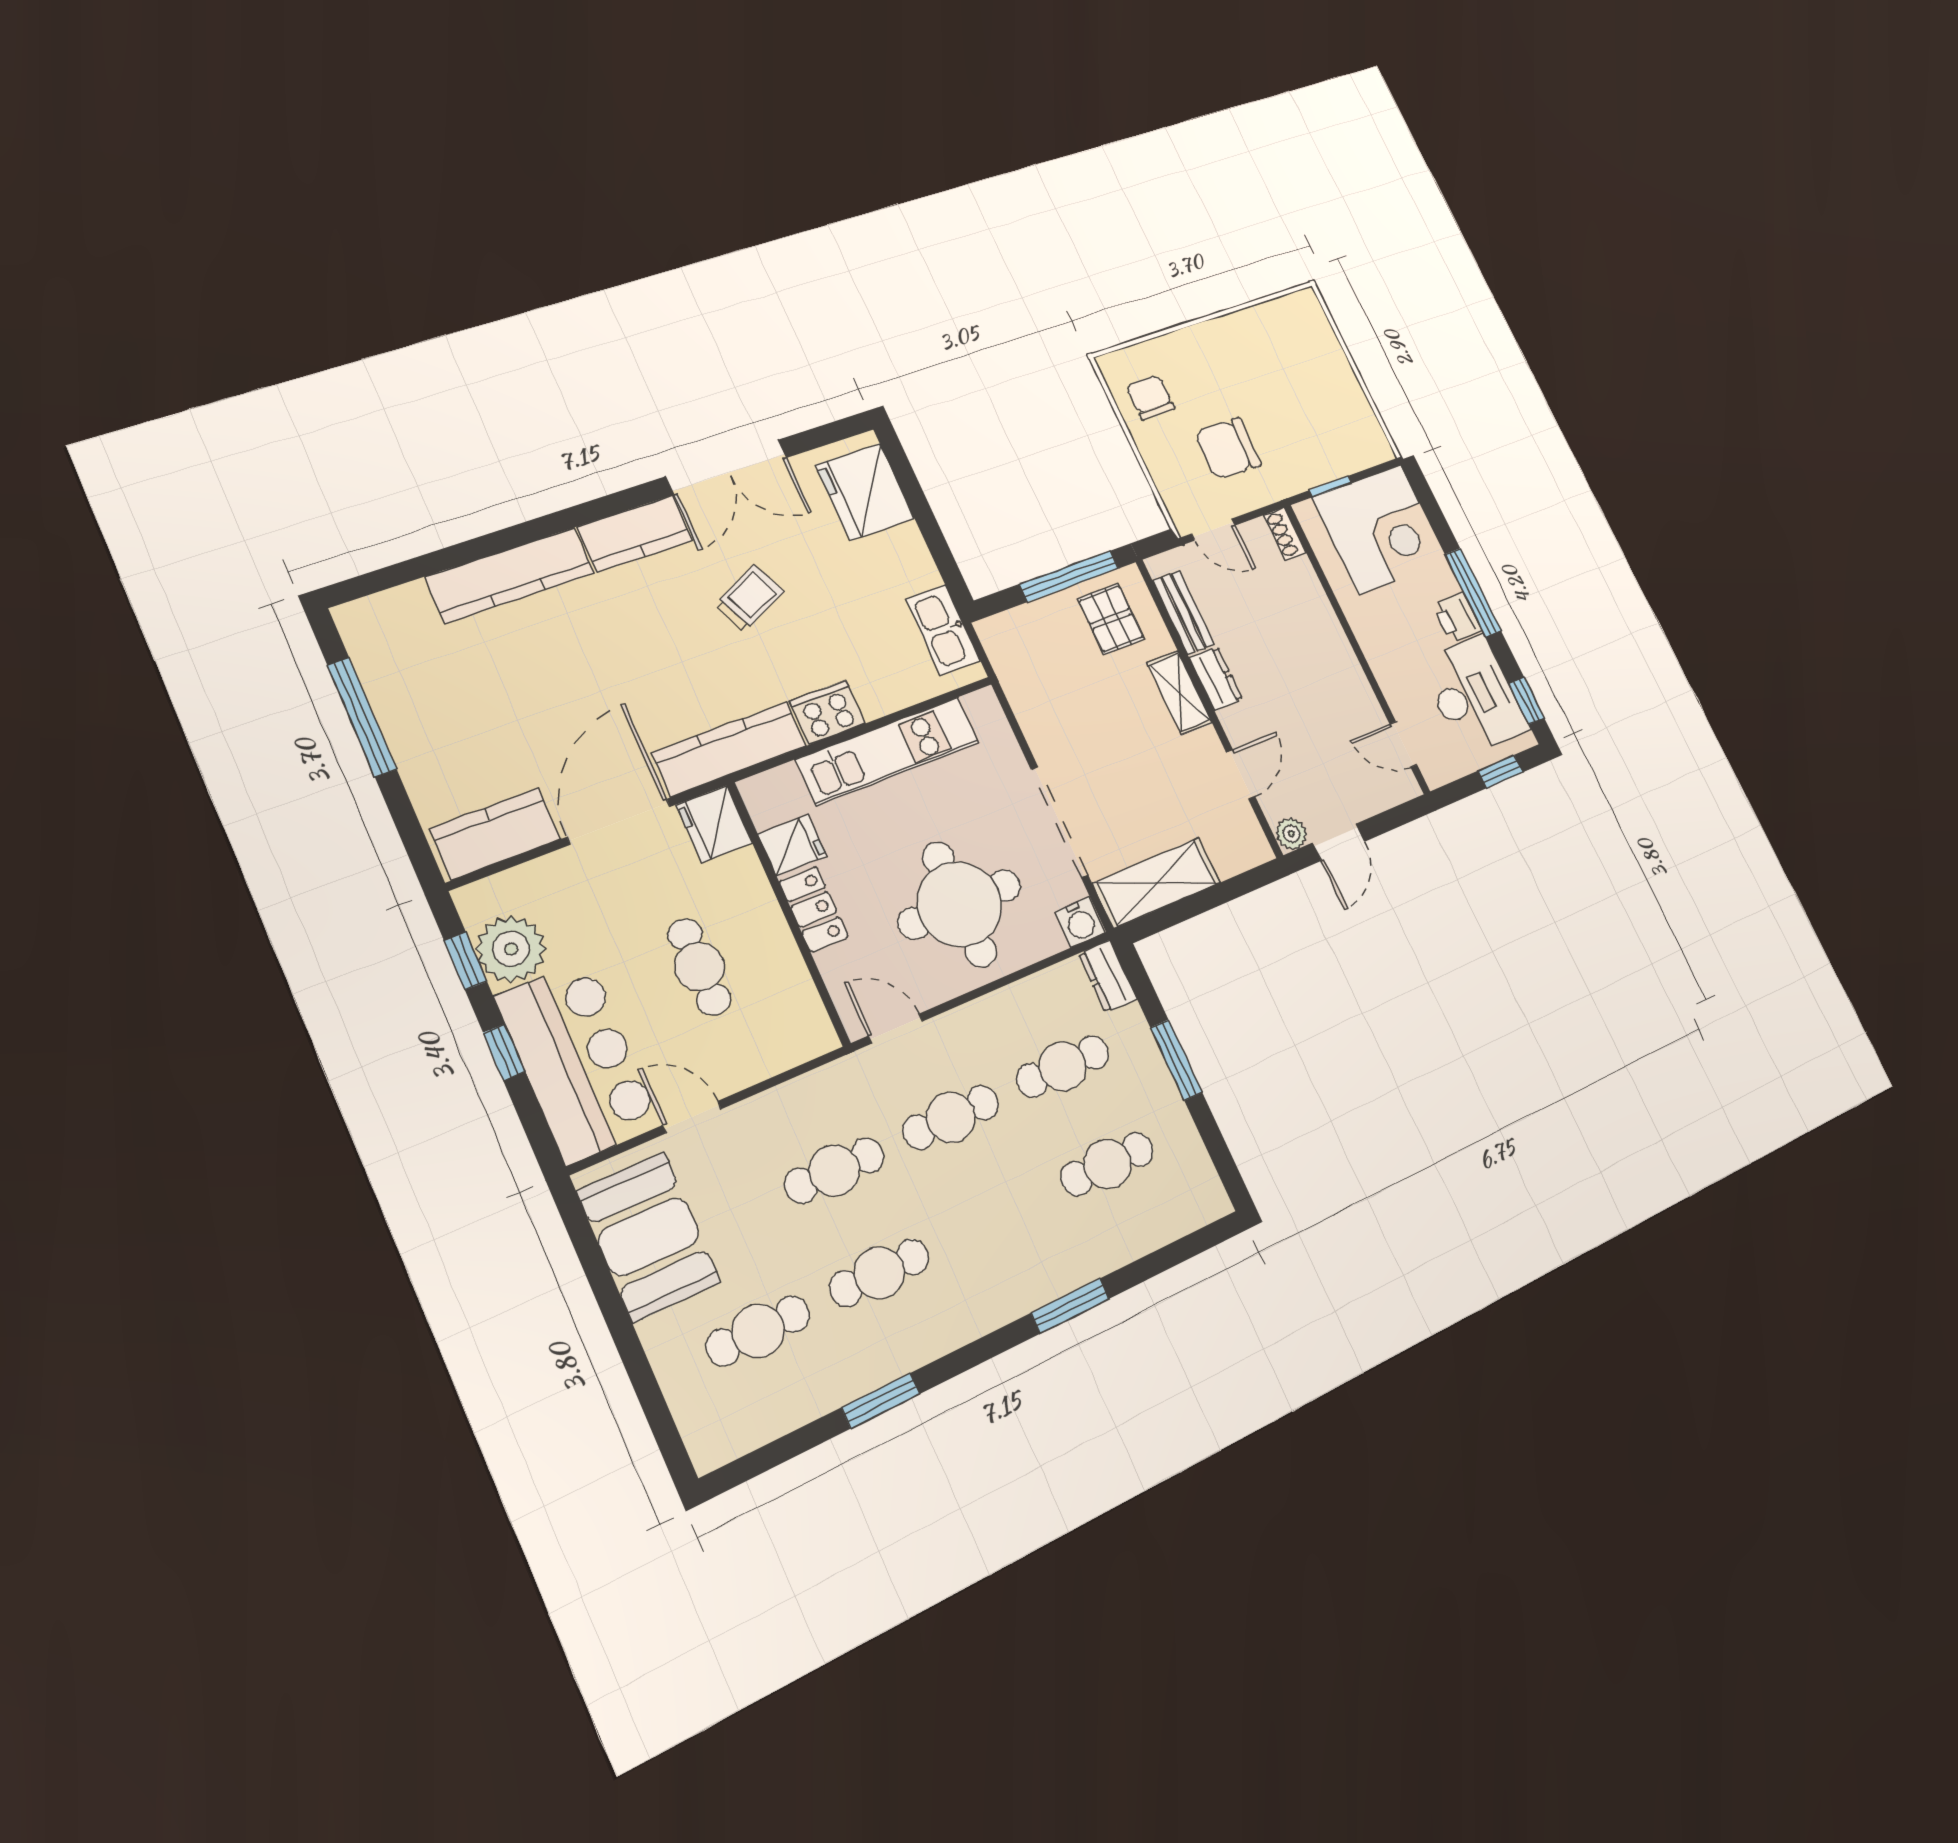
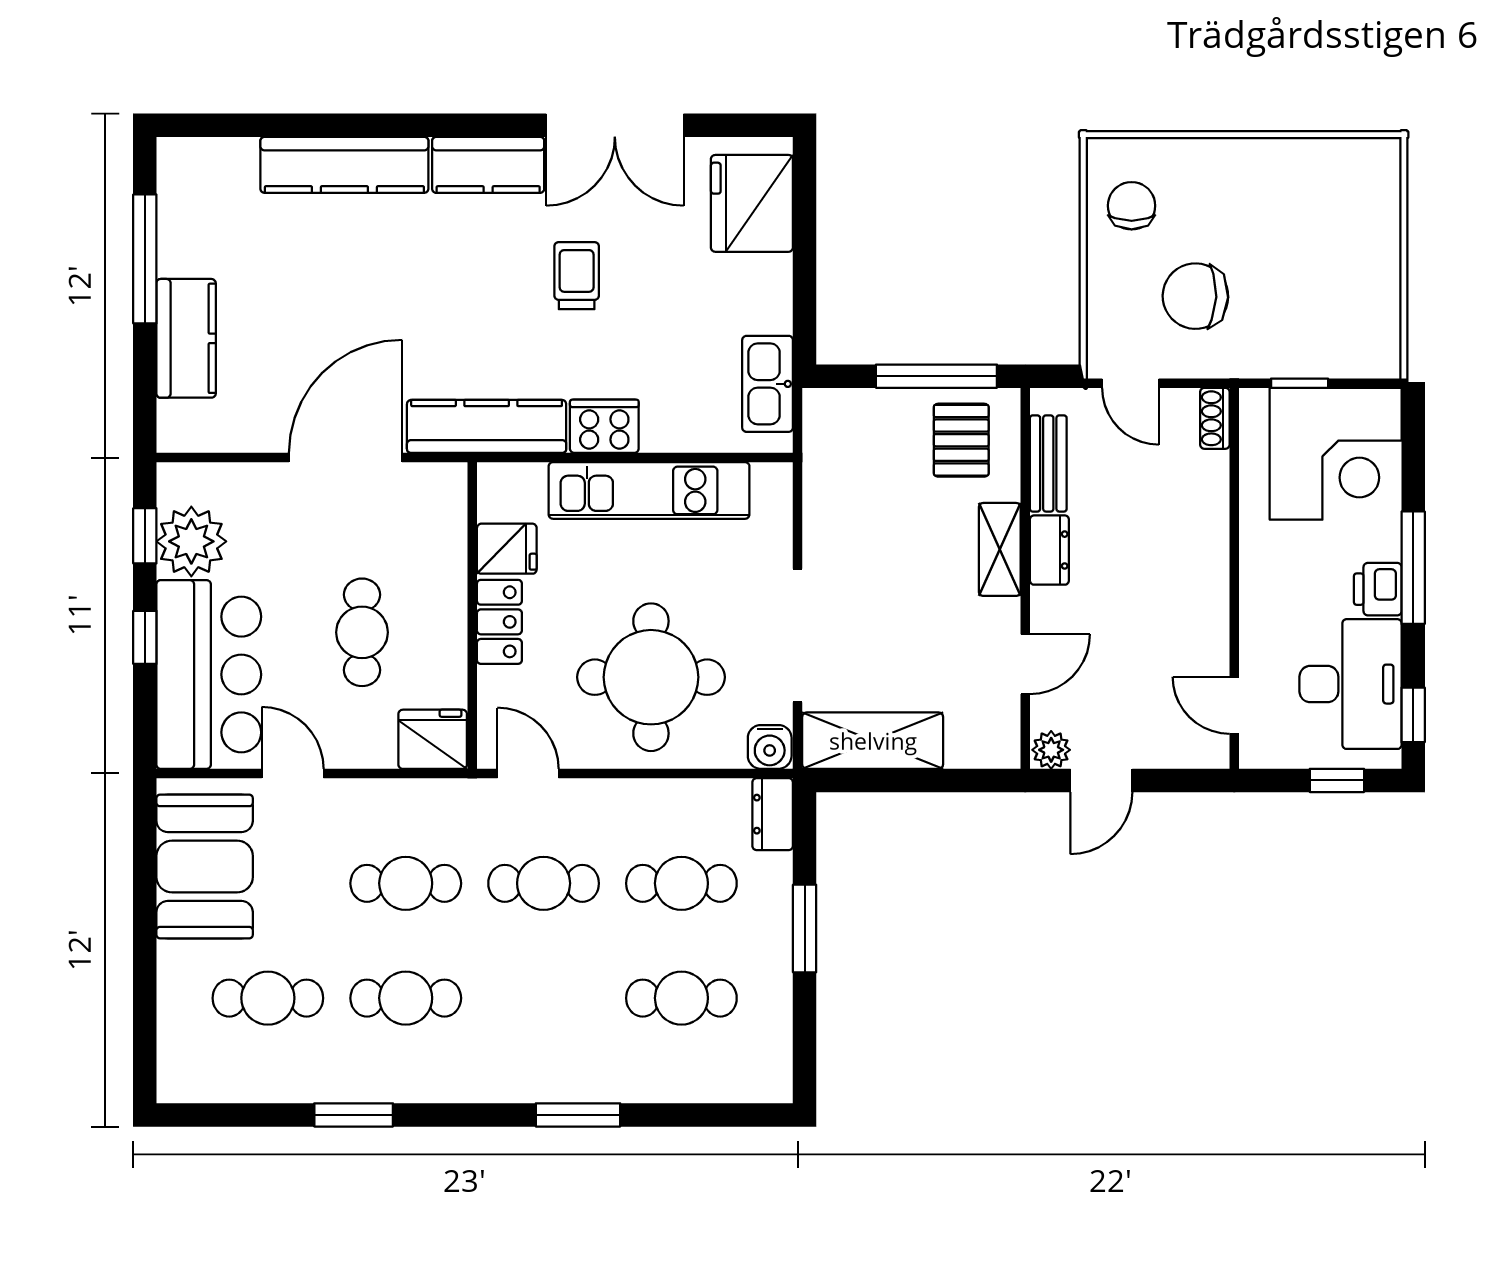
trolley: (749, 598) -> (577, 276), turned -65
fridge: (714, 824) -> (433, 739), moved, turned 90
kitchen counter: (495, 834) -> (186, 338), moved, turned 90

